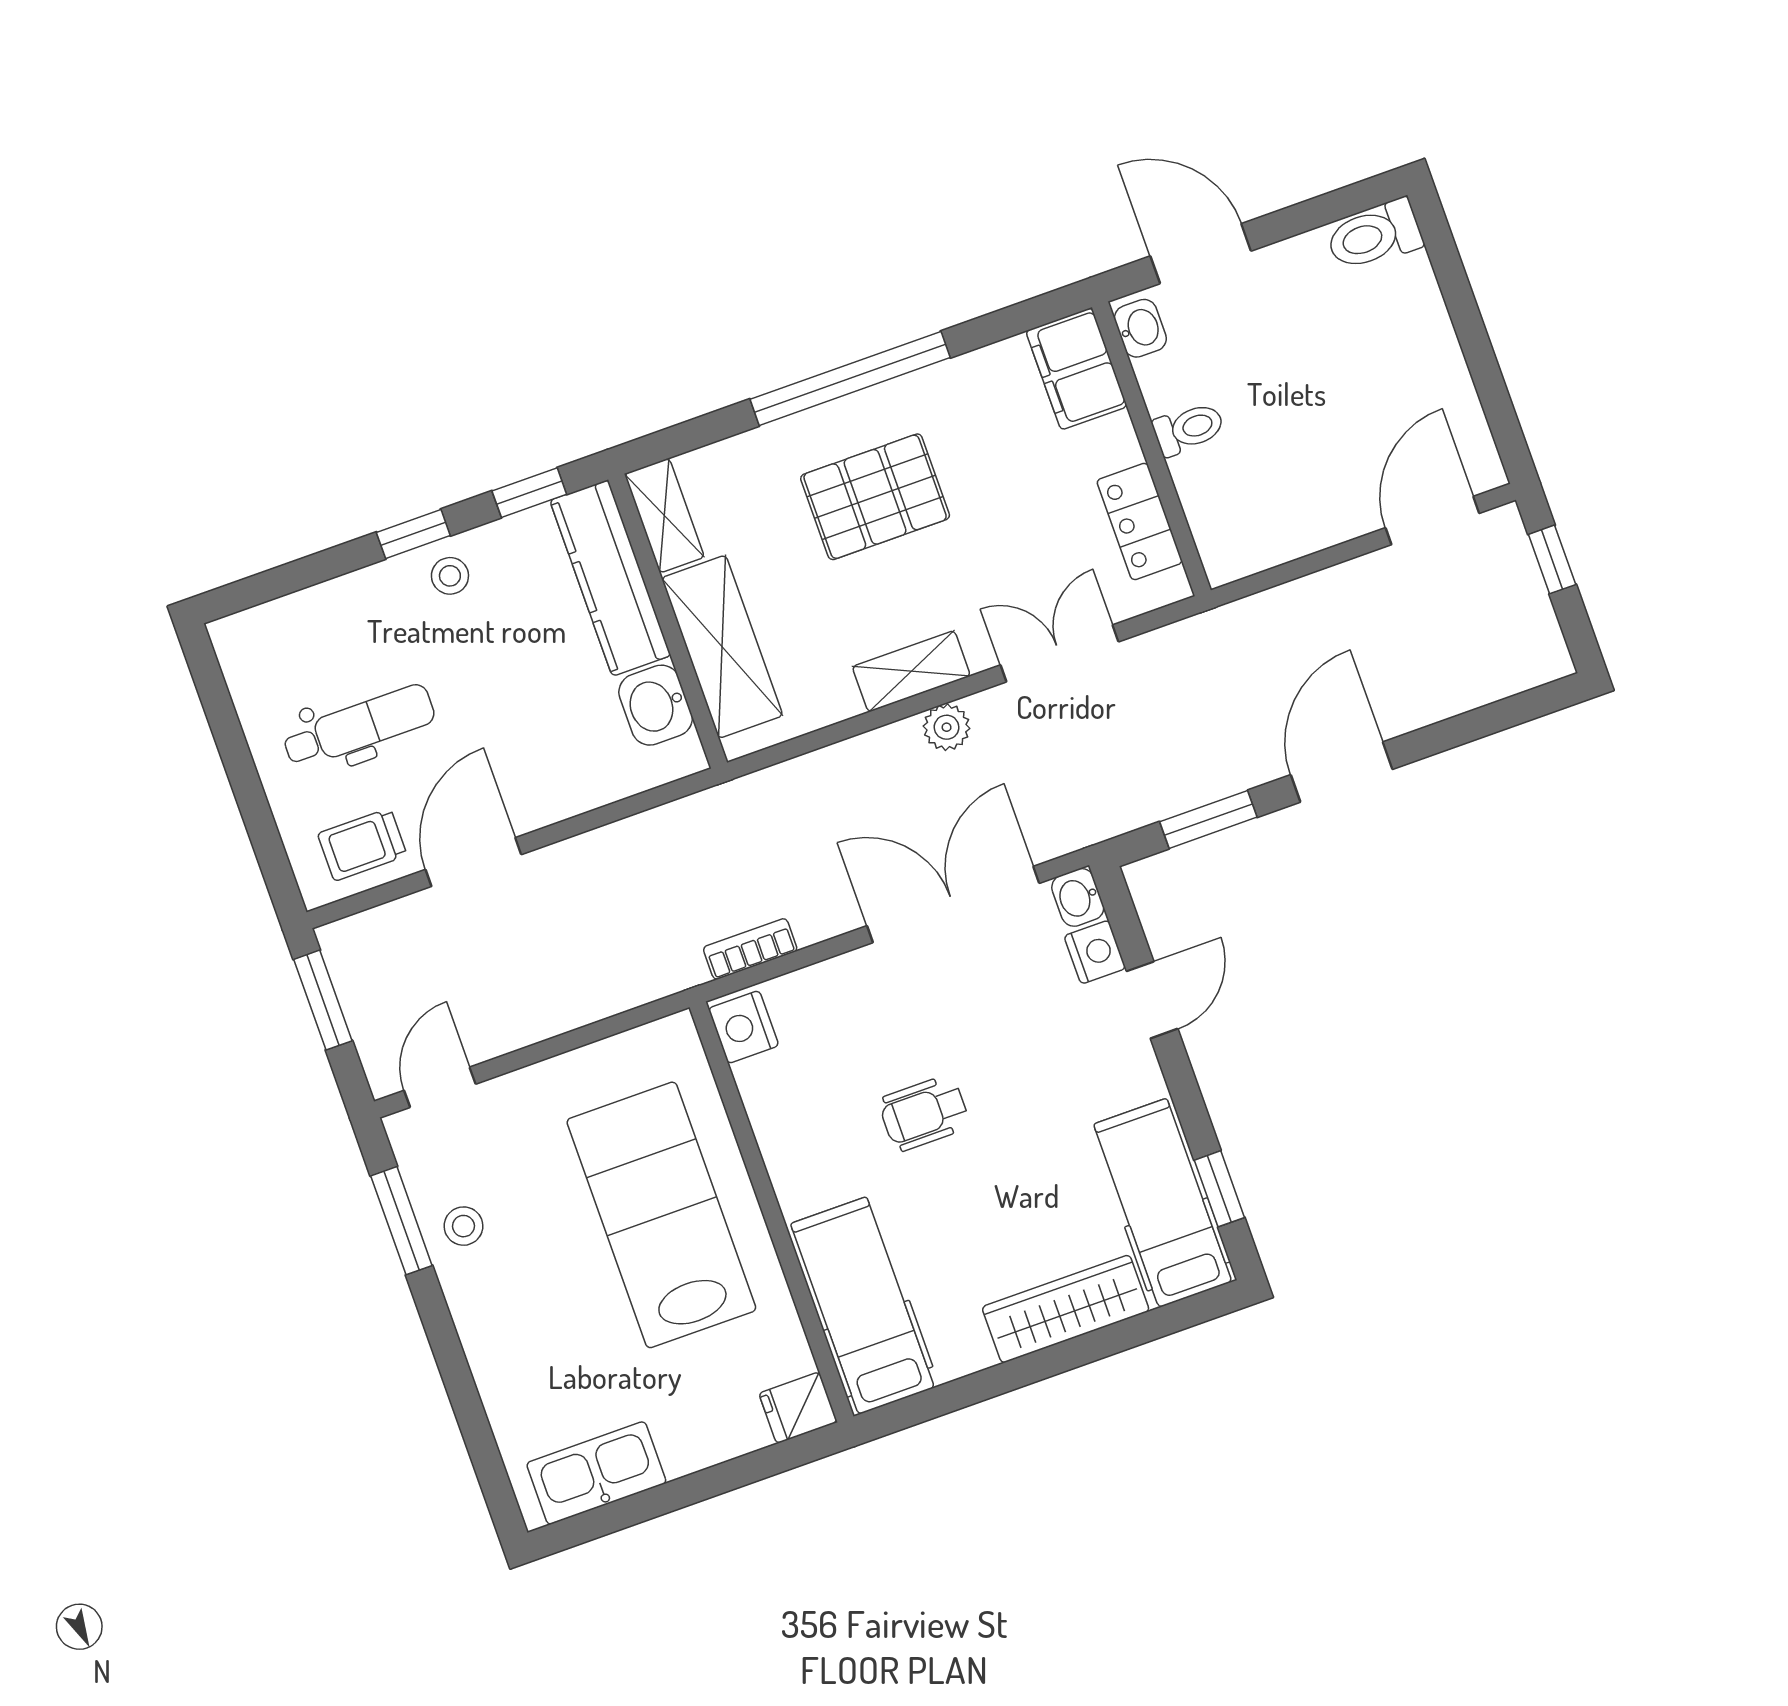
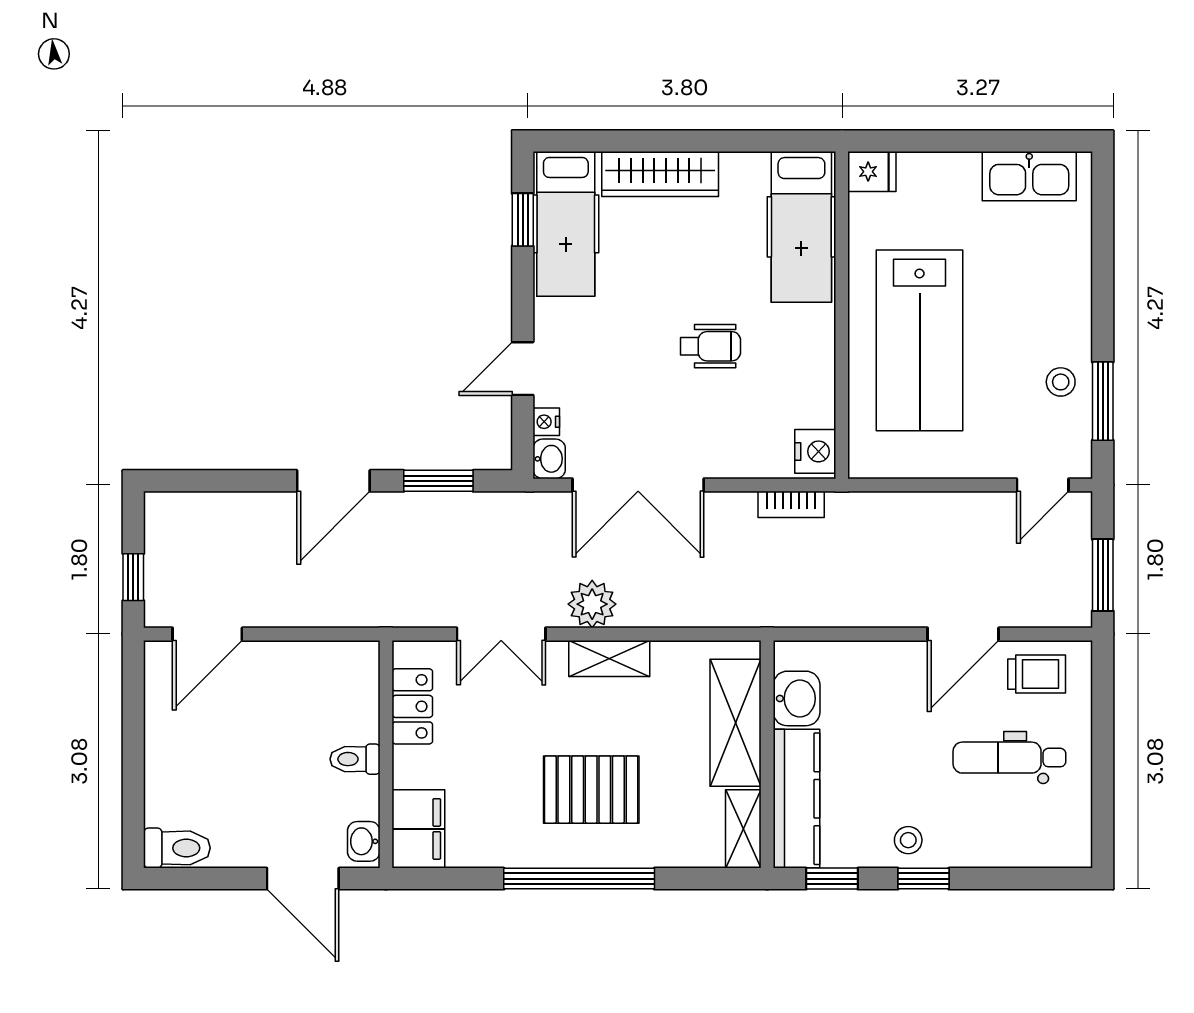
plant: (947, 727) -> (592, 604), width x1.38, depth x1.38
nightstand: (1095, 952) -> (546, 422), width x0.72, depth x0.74

